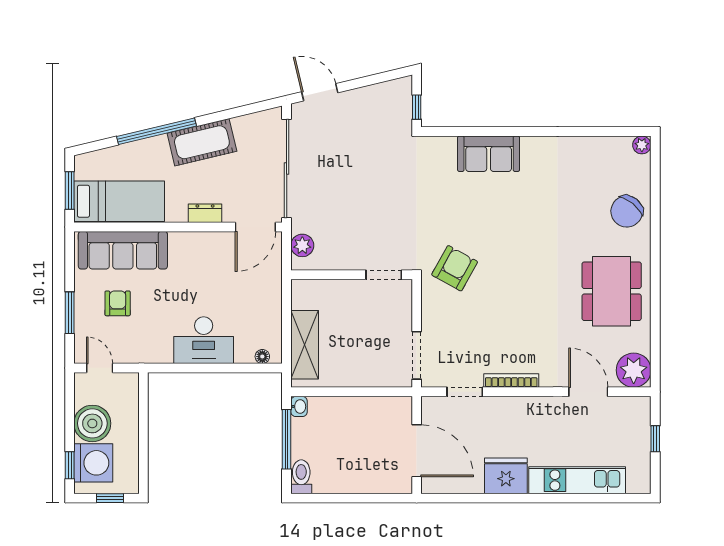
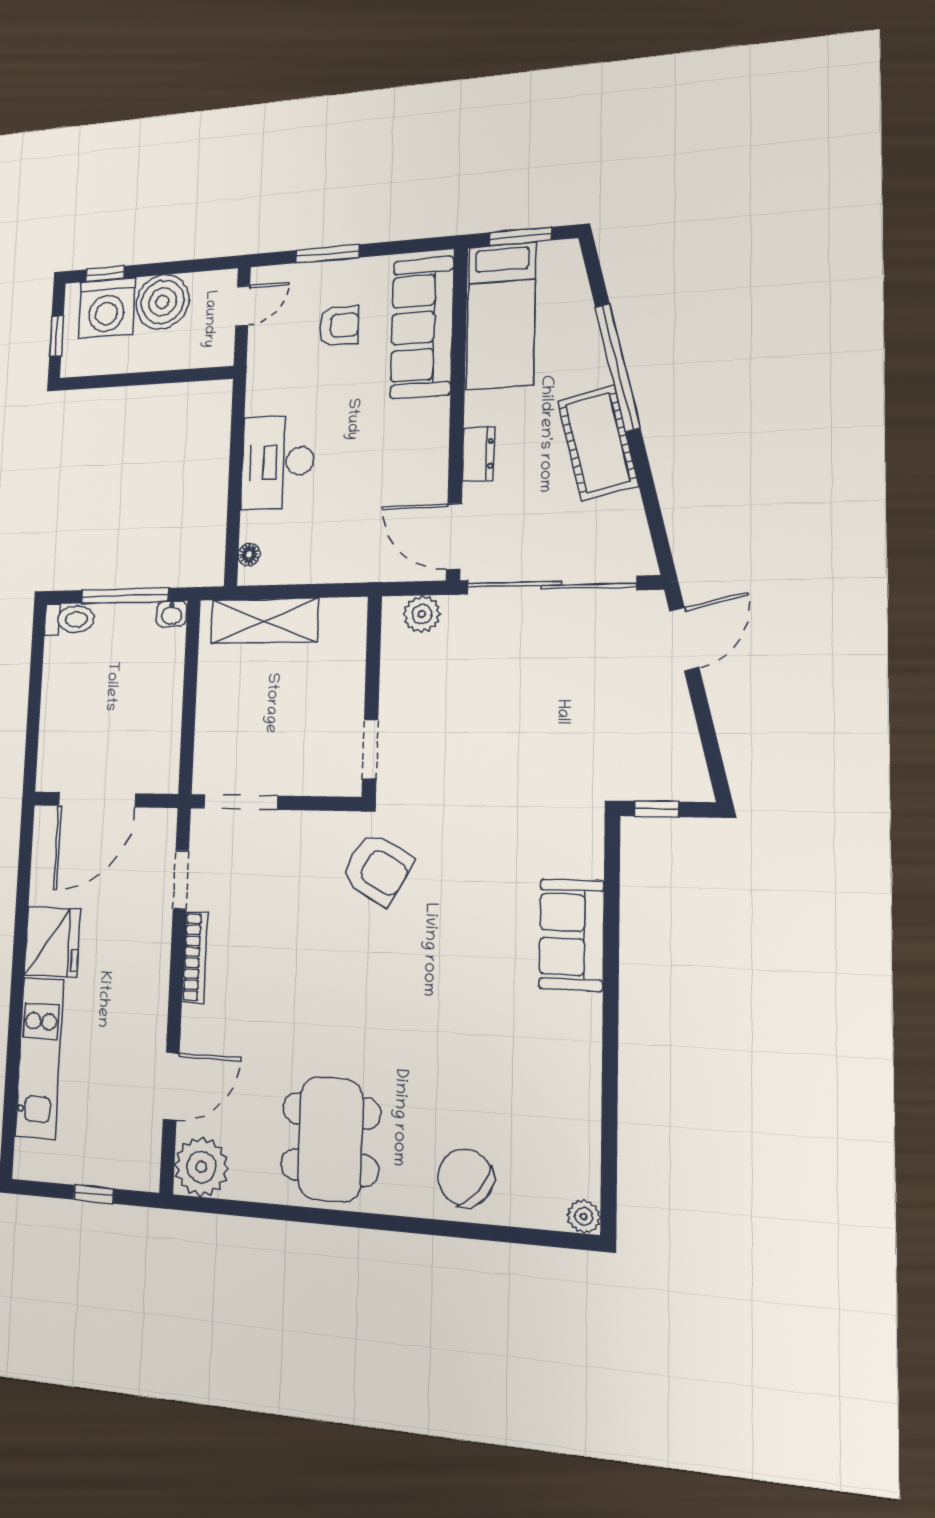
dining table: (612, 291) -> (331, 1139), turned 90

